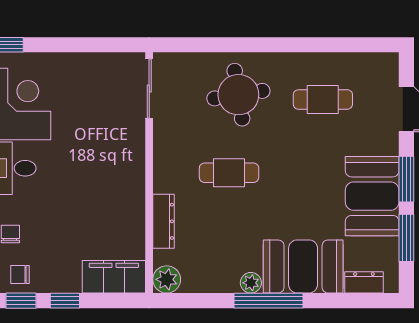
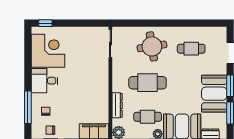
cafe table: (229, 173) -> (148, 83), width x1.37, depth x1.35
cafe table: (229, 246) -> (148, 117), added

